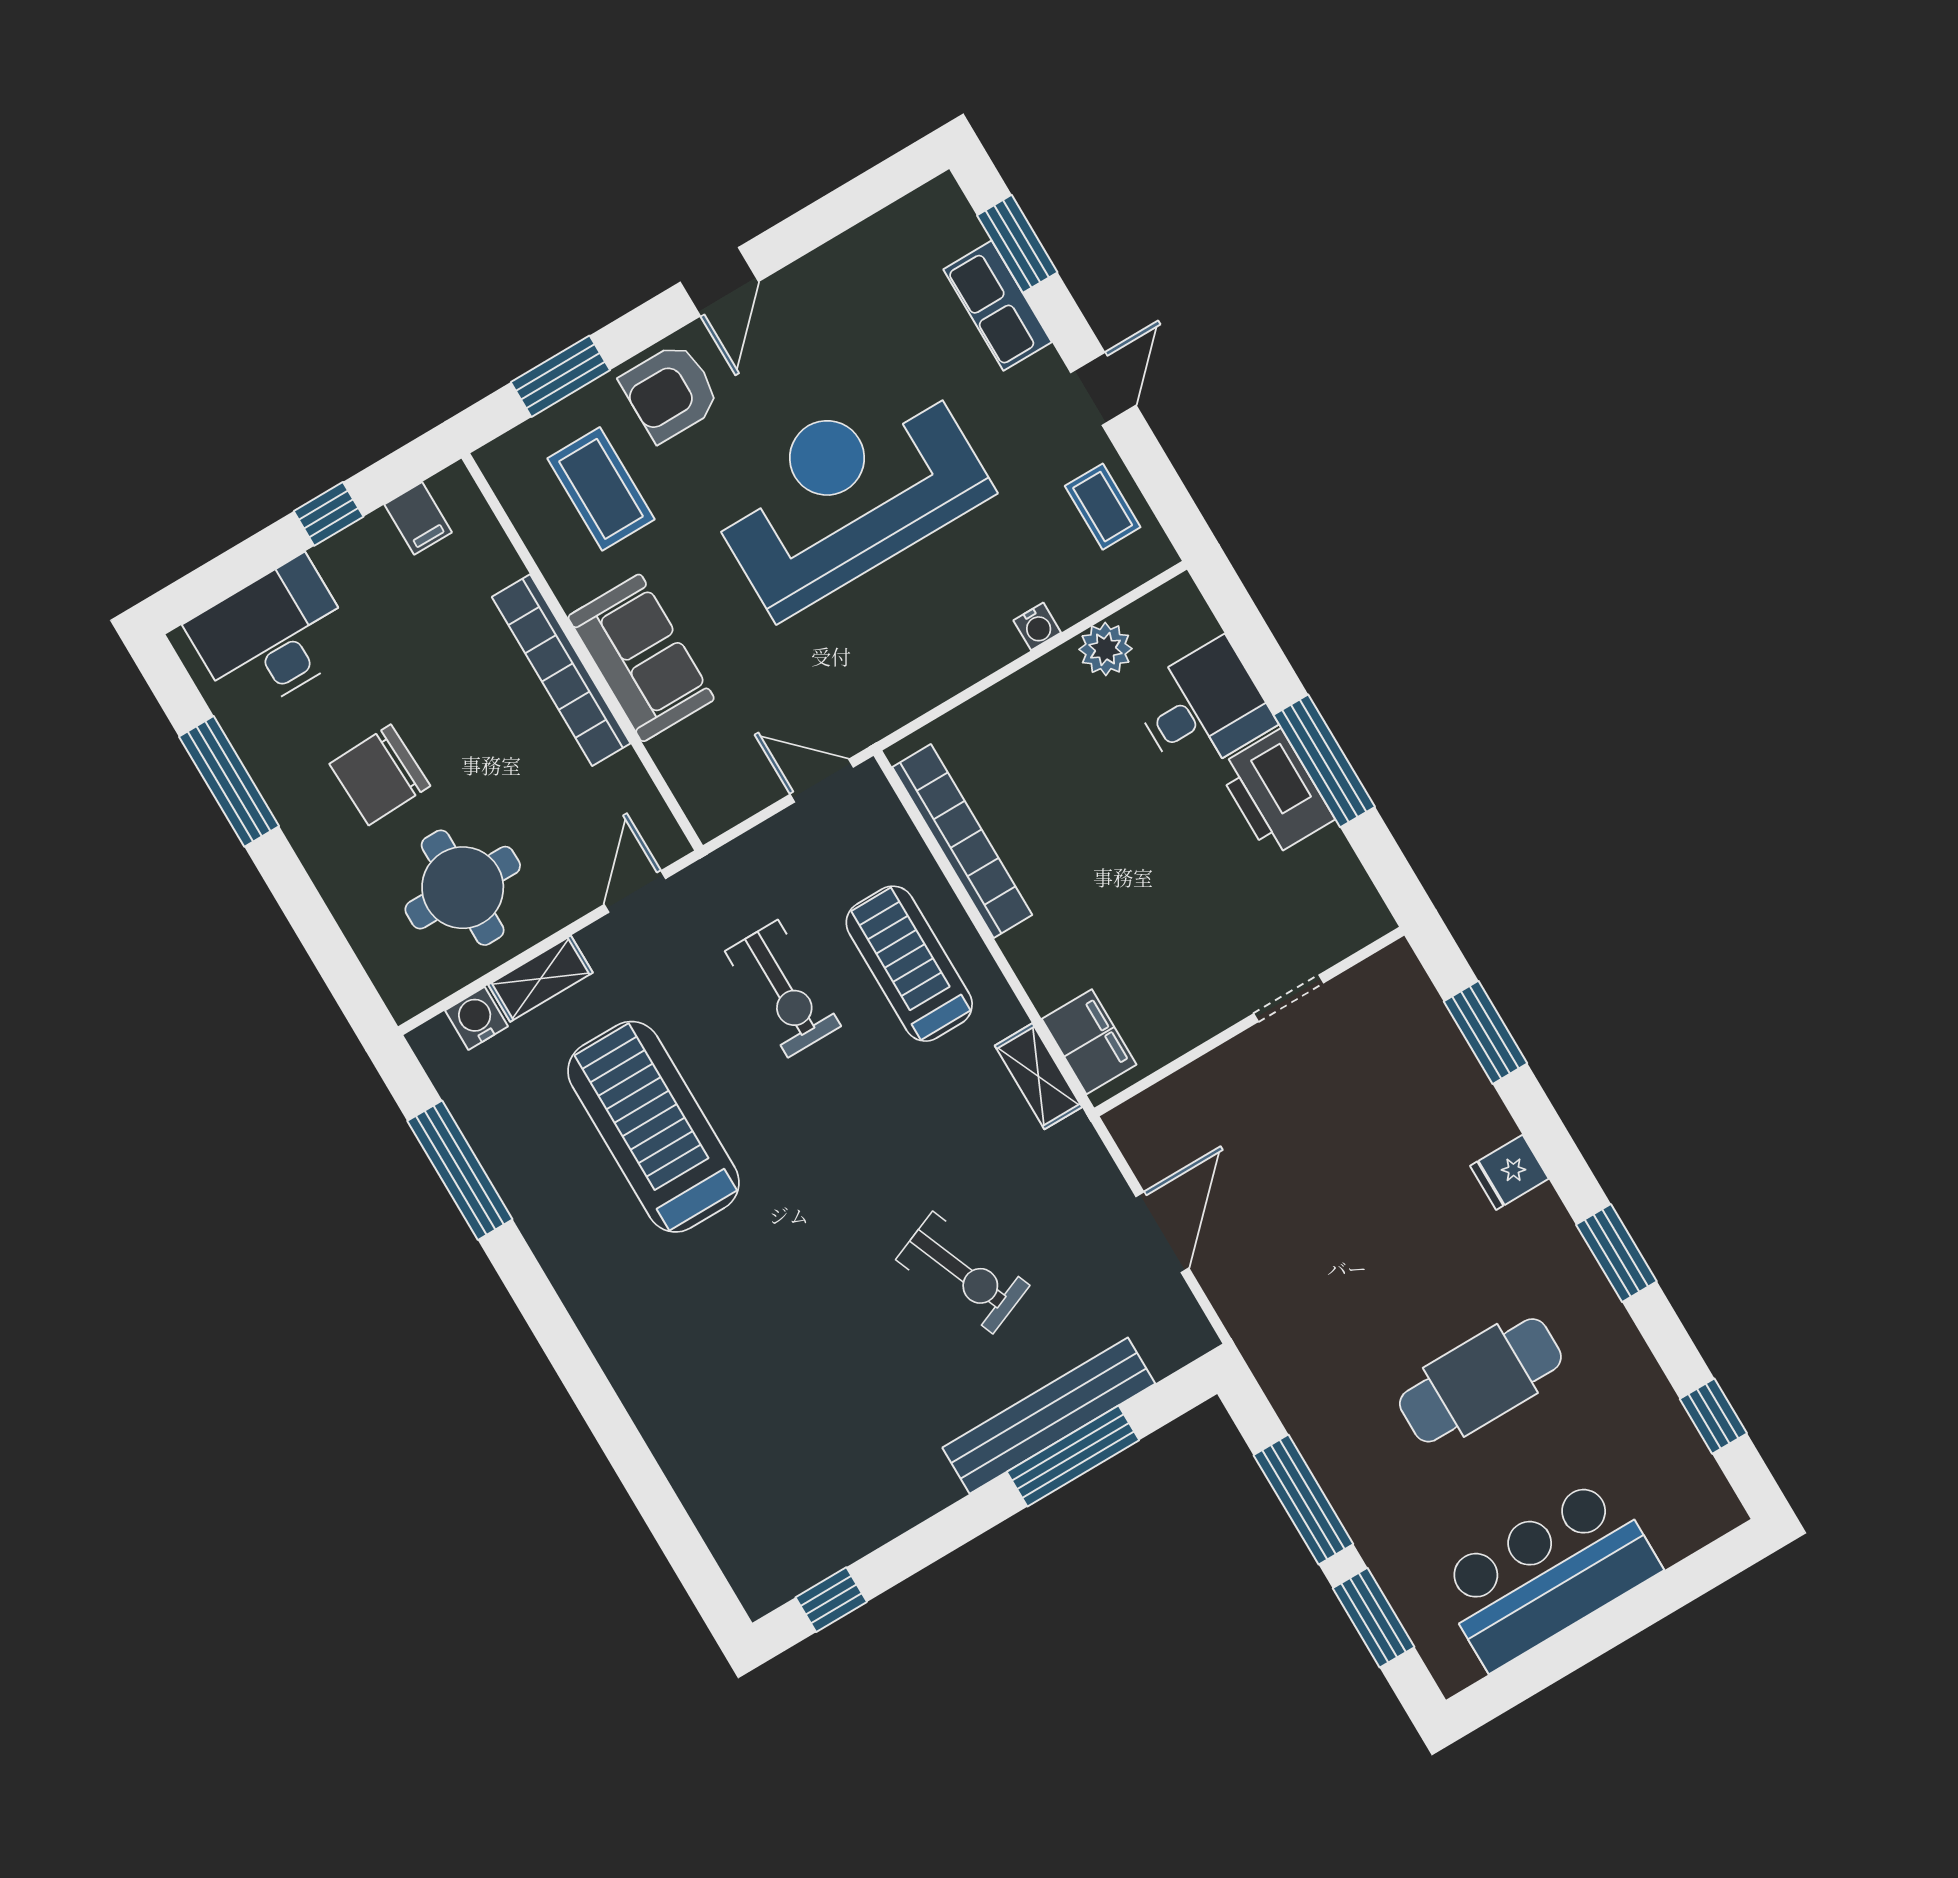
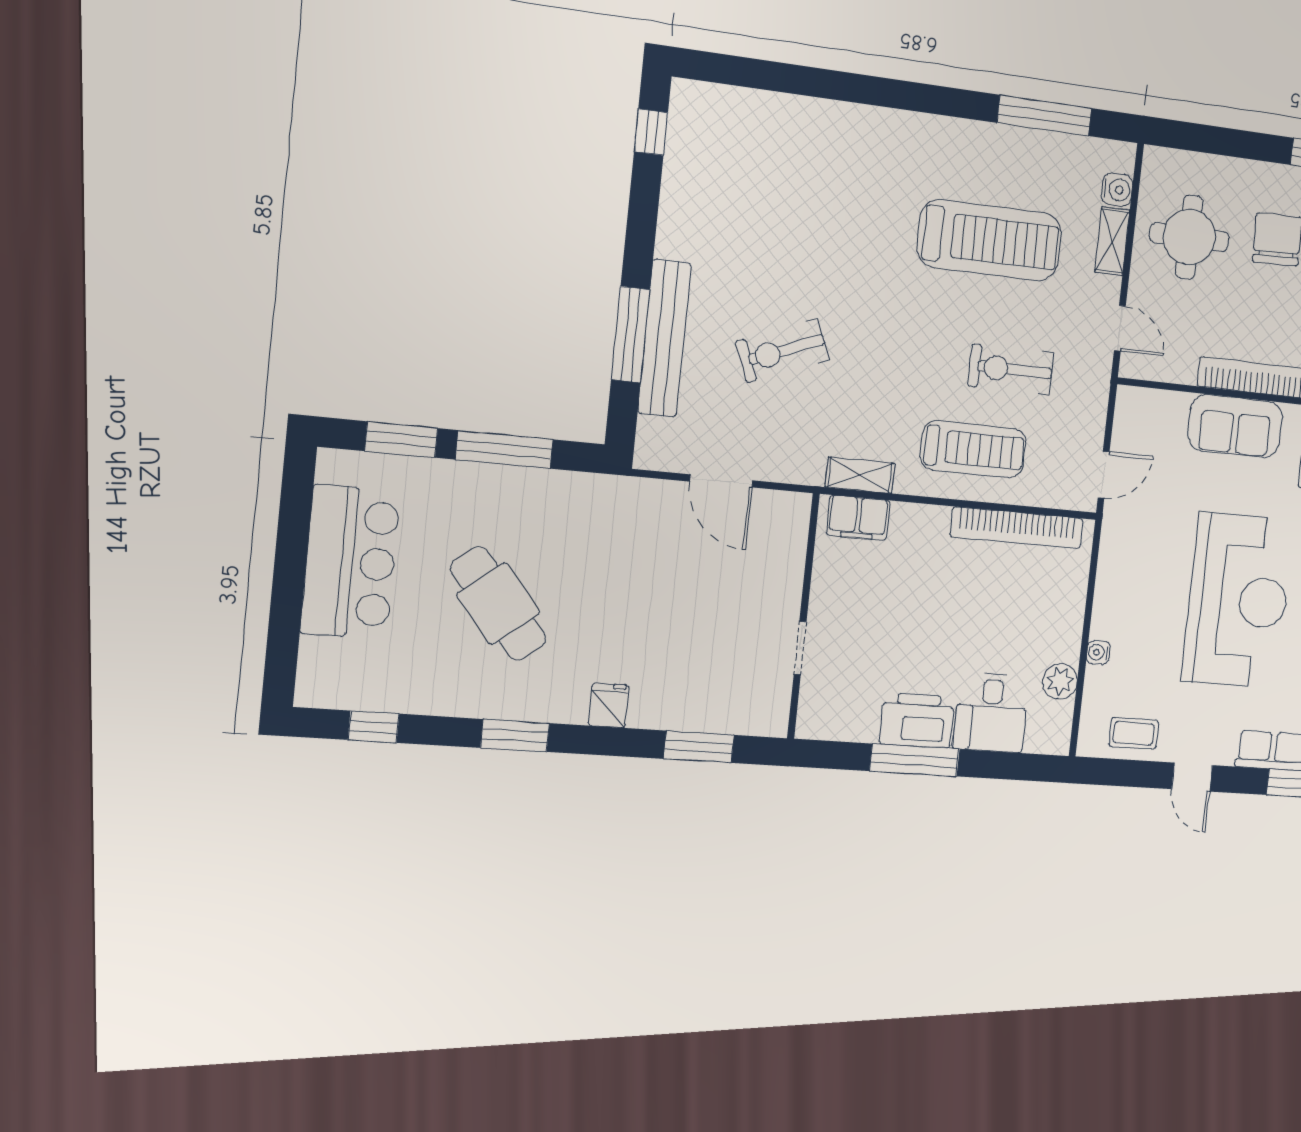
cafe table: (1480, 1380) -> (498, 604), turned -39

